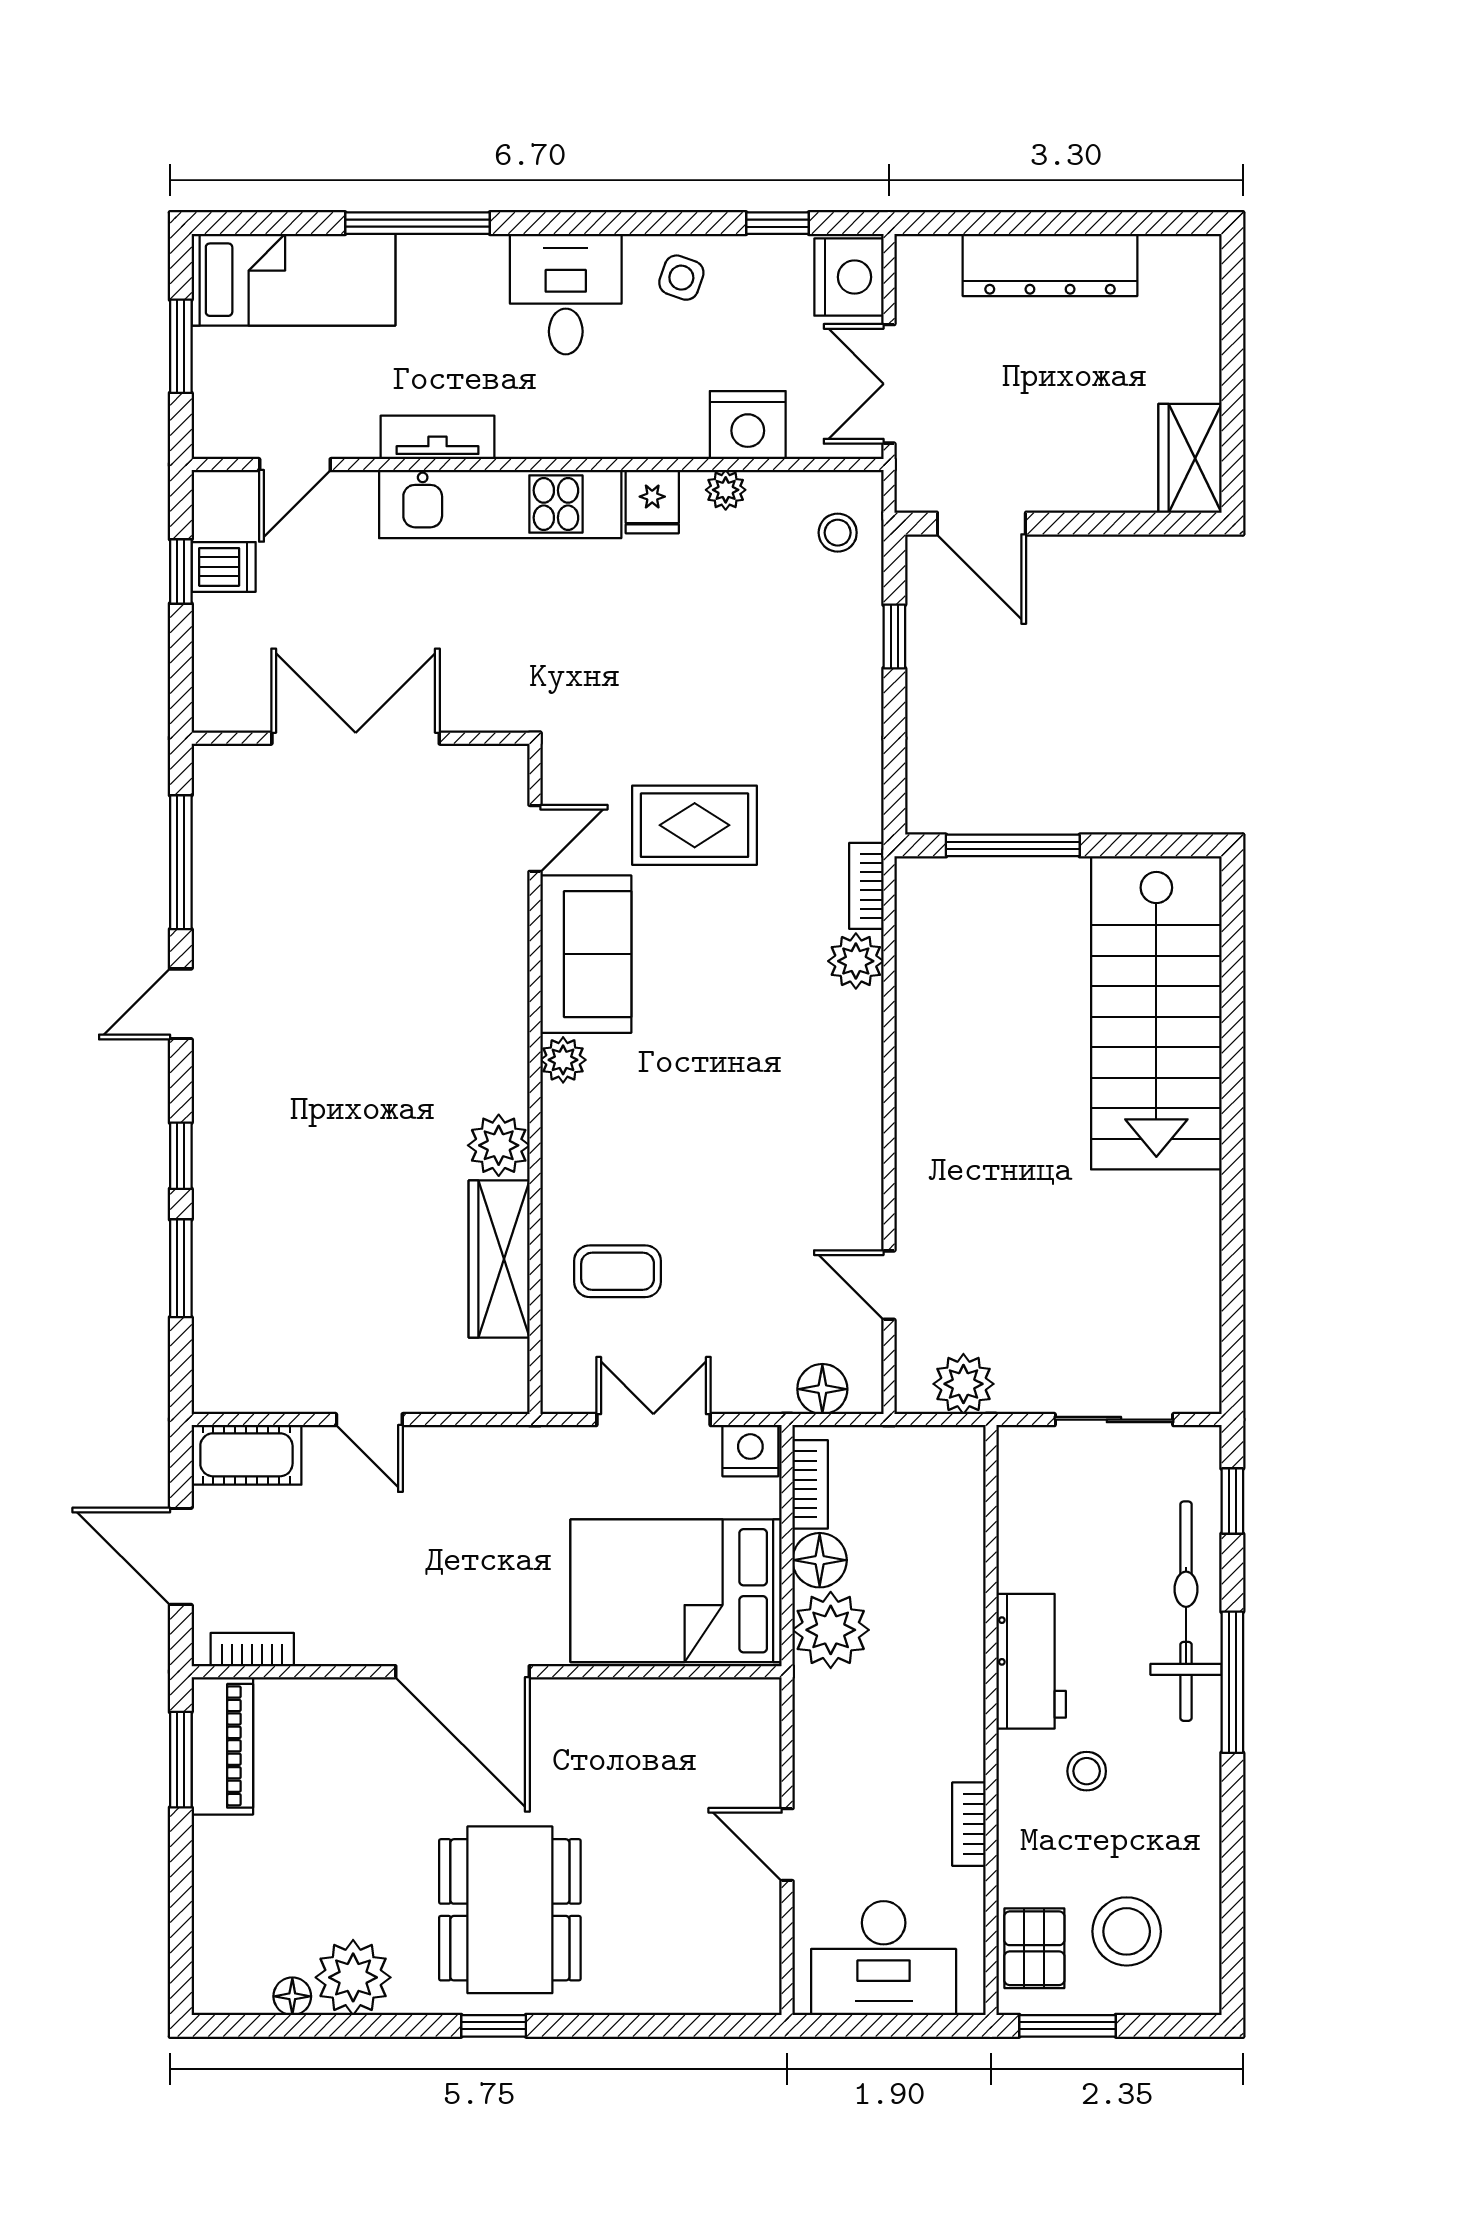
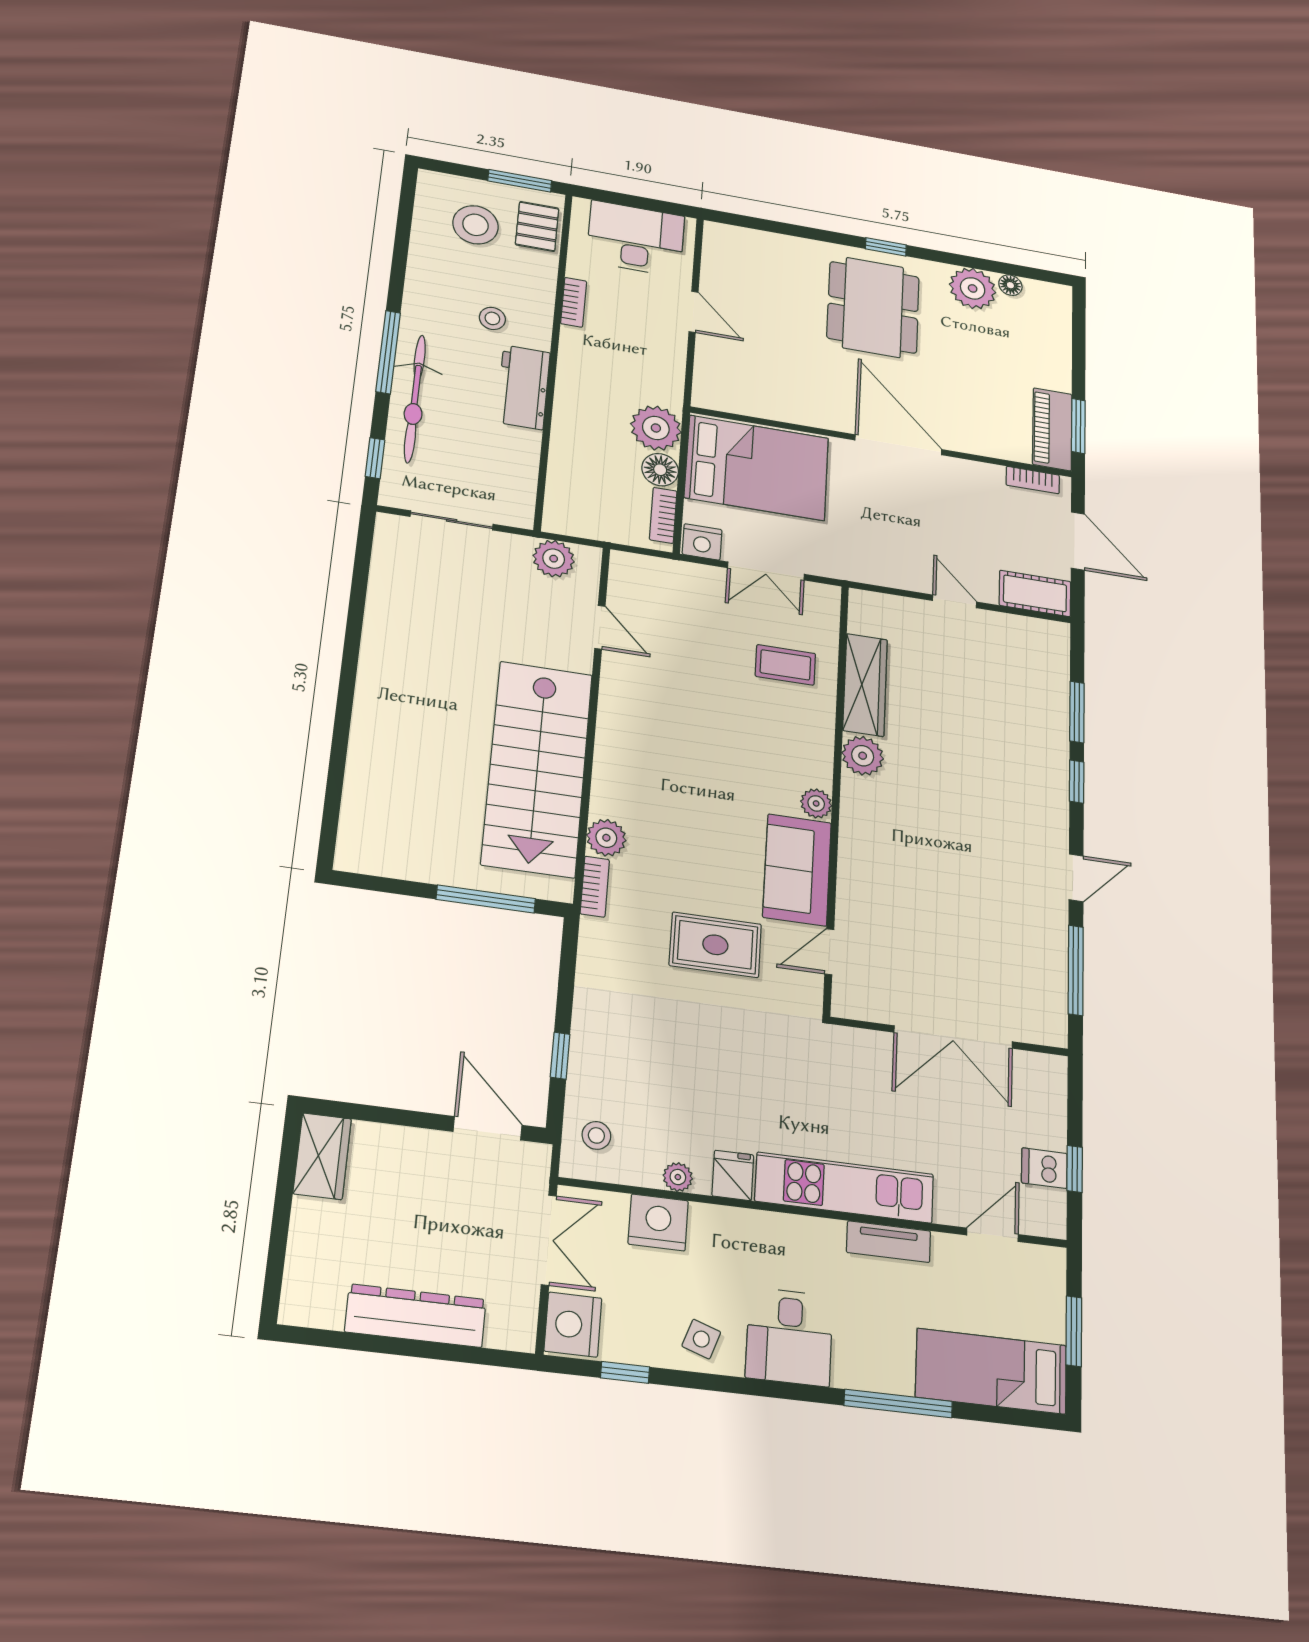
stairs: (1156, 1013) -> (537, 768), moved, turned 180
floor lamp: (822, 1389) -> (651, 571), removed

